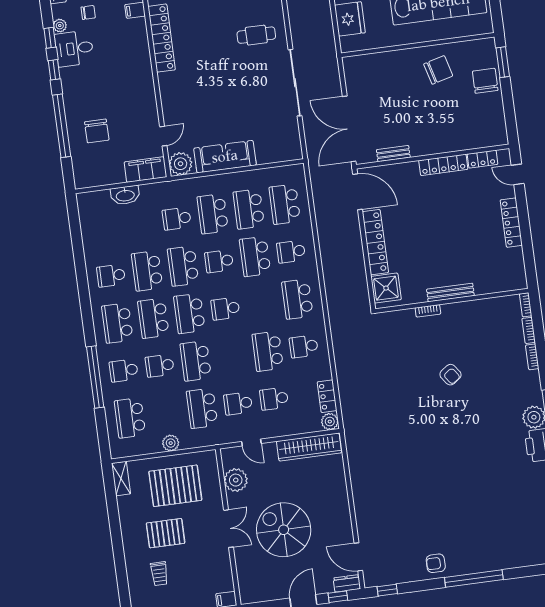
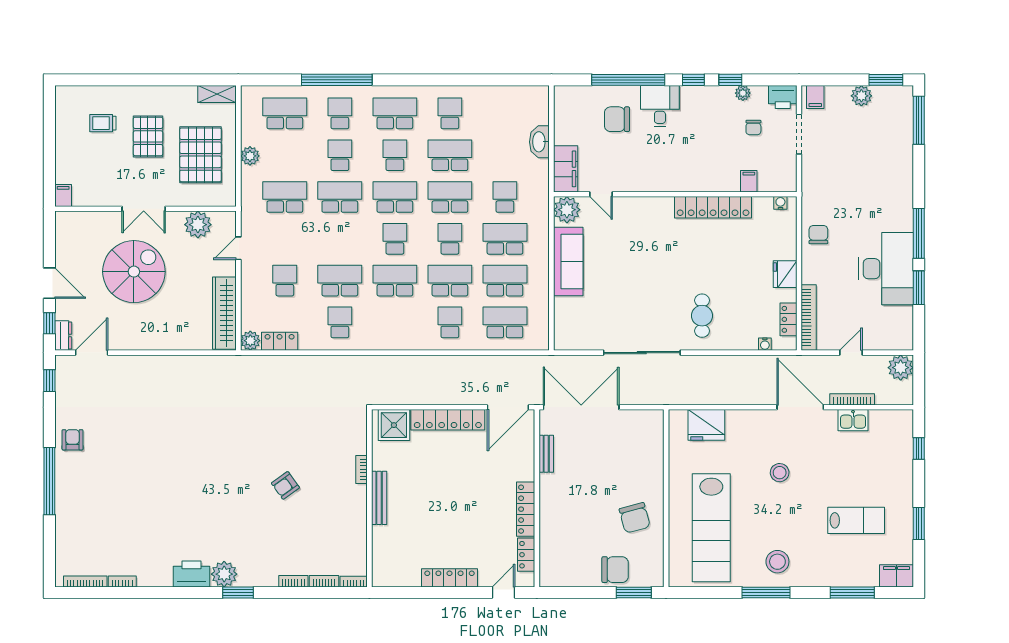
desk: (74, 48) -> (660, 106), moved
school desk: (297, 299) -> (395, 281), moved
school desk: (153, 318) -> (395, 155), width x0.54
school desk: (238, 403) -> (285, 239), removed

